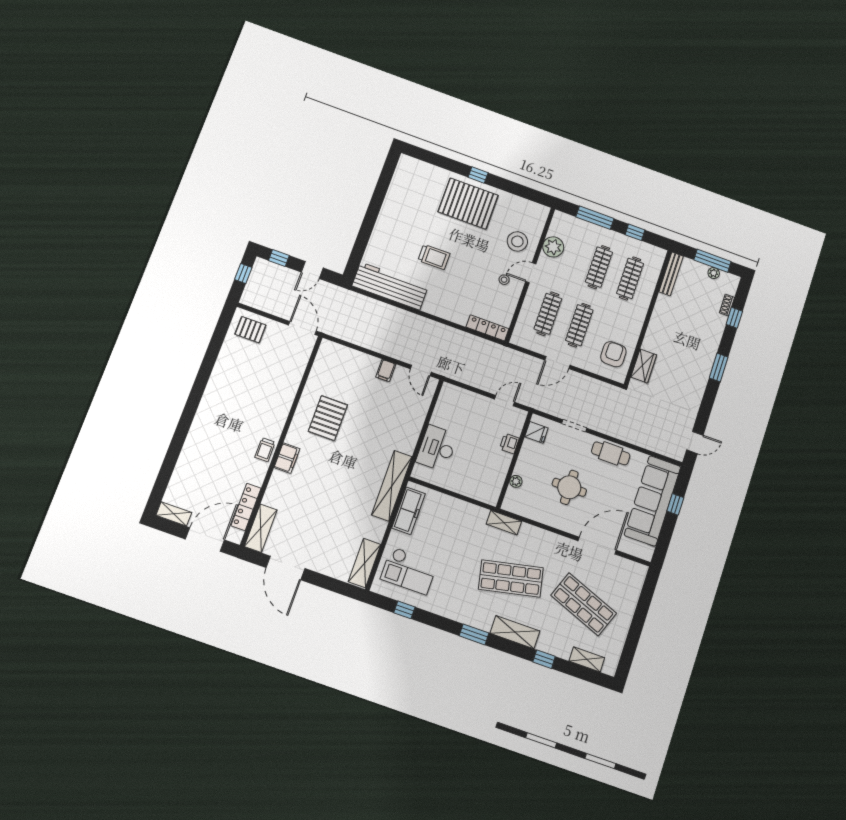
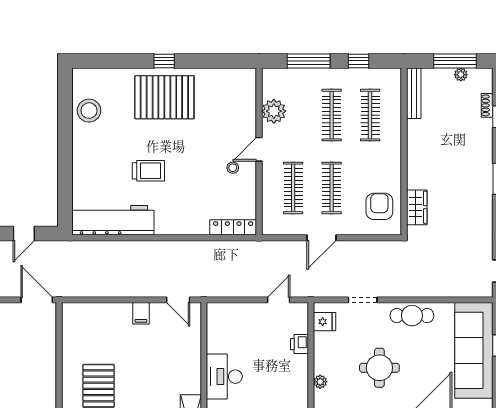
stool: (517, 241) -> (89, 111), moved

